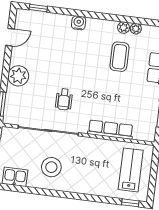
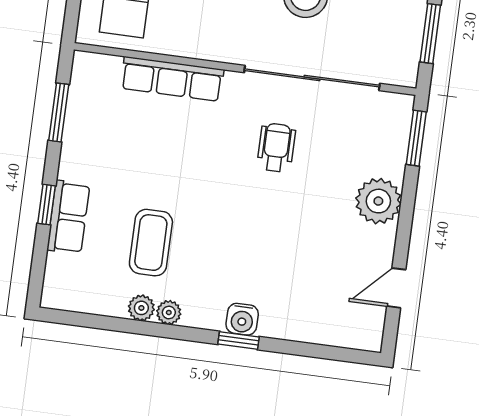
window: (38, 8) -> (239, 340), moved
plant: (136, 29) -> (169, 313), moved

